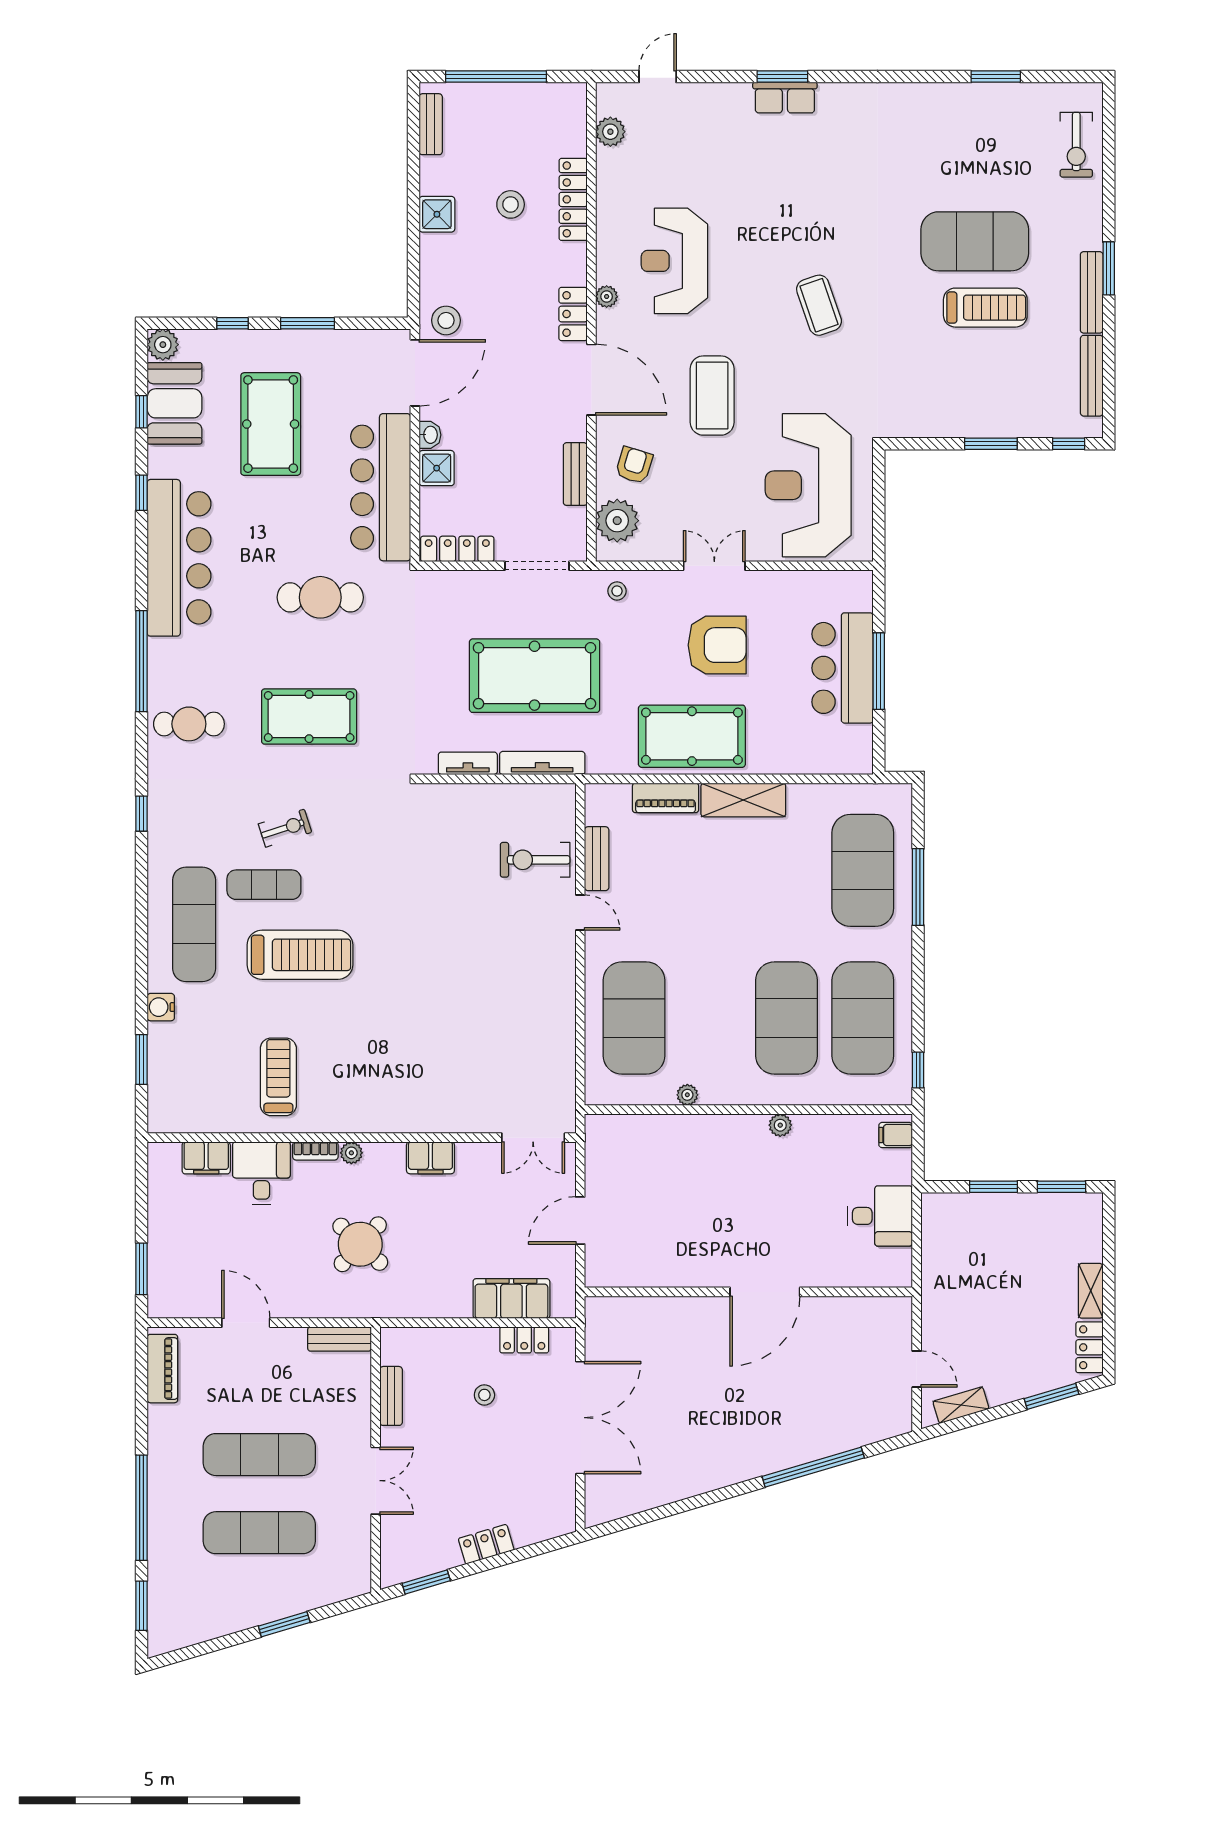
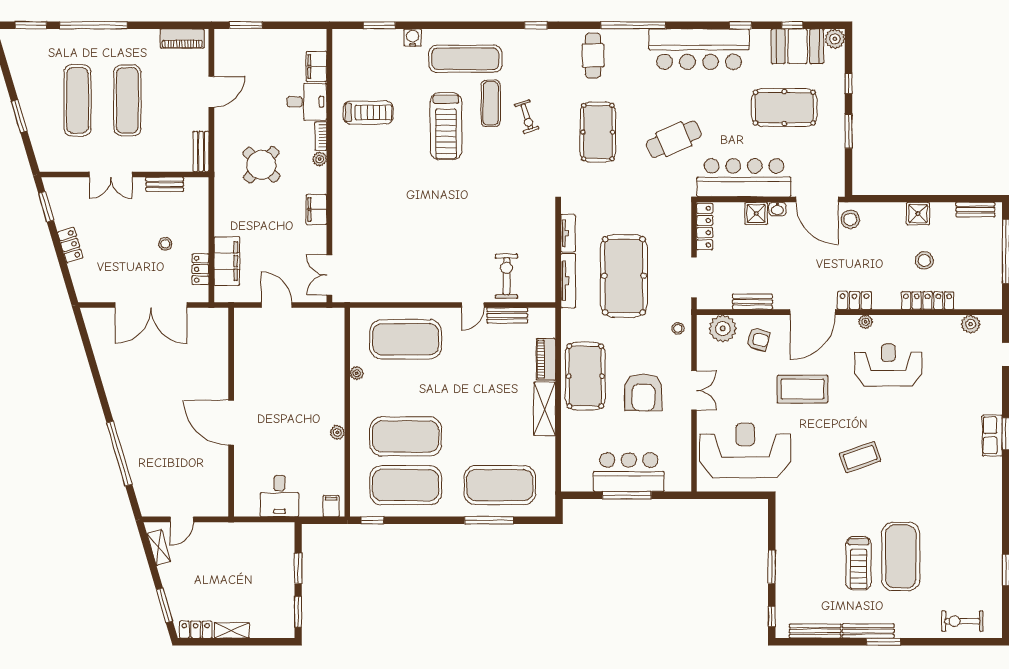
cafe table: (320, 597) -> (674, 139), turned 66

